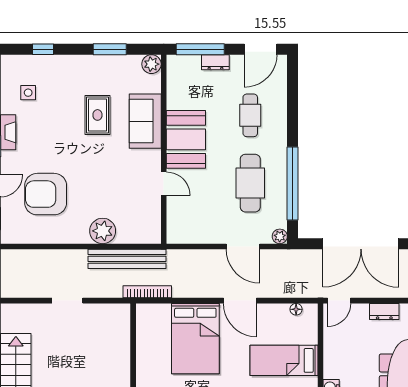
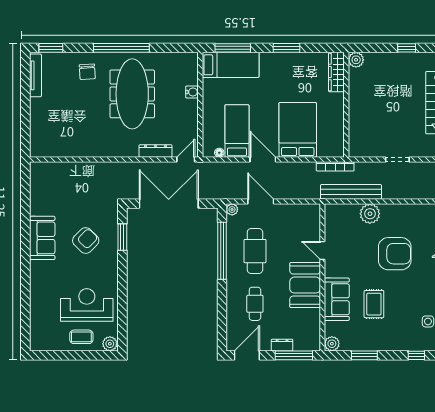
armchair: (46, 194) -> (395, 254), moved
dresser: (384, 311) -> (156, 151), width x1.44
bed: (284, 360) -> (237, 131), moved, turned -90

